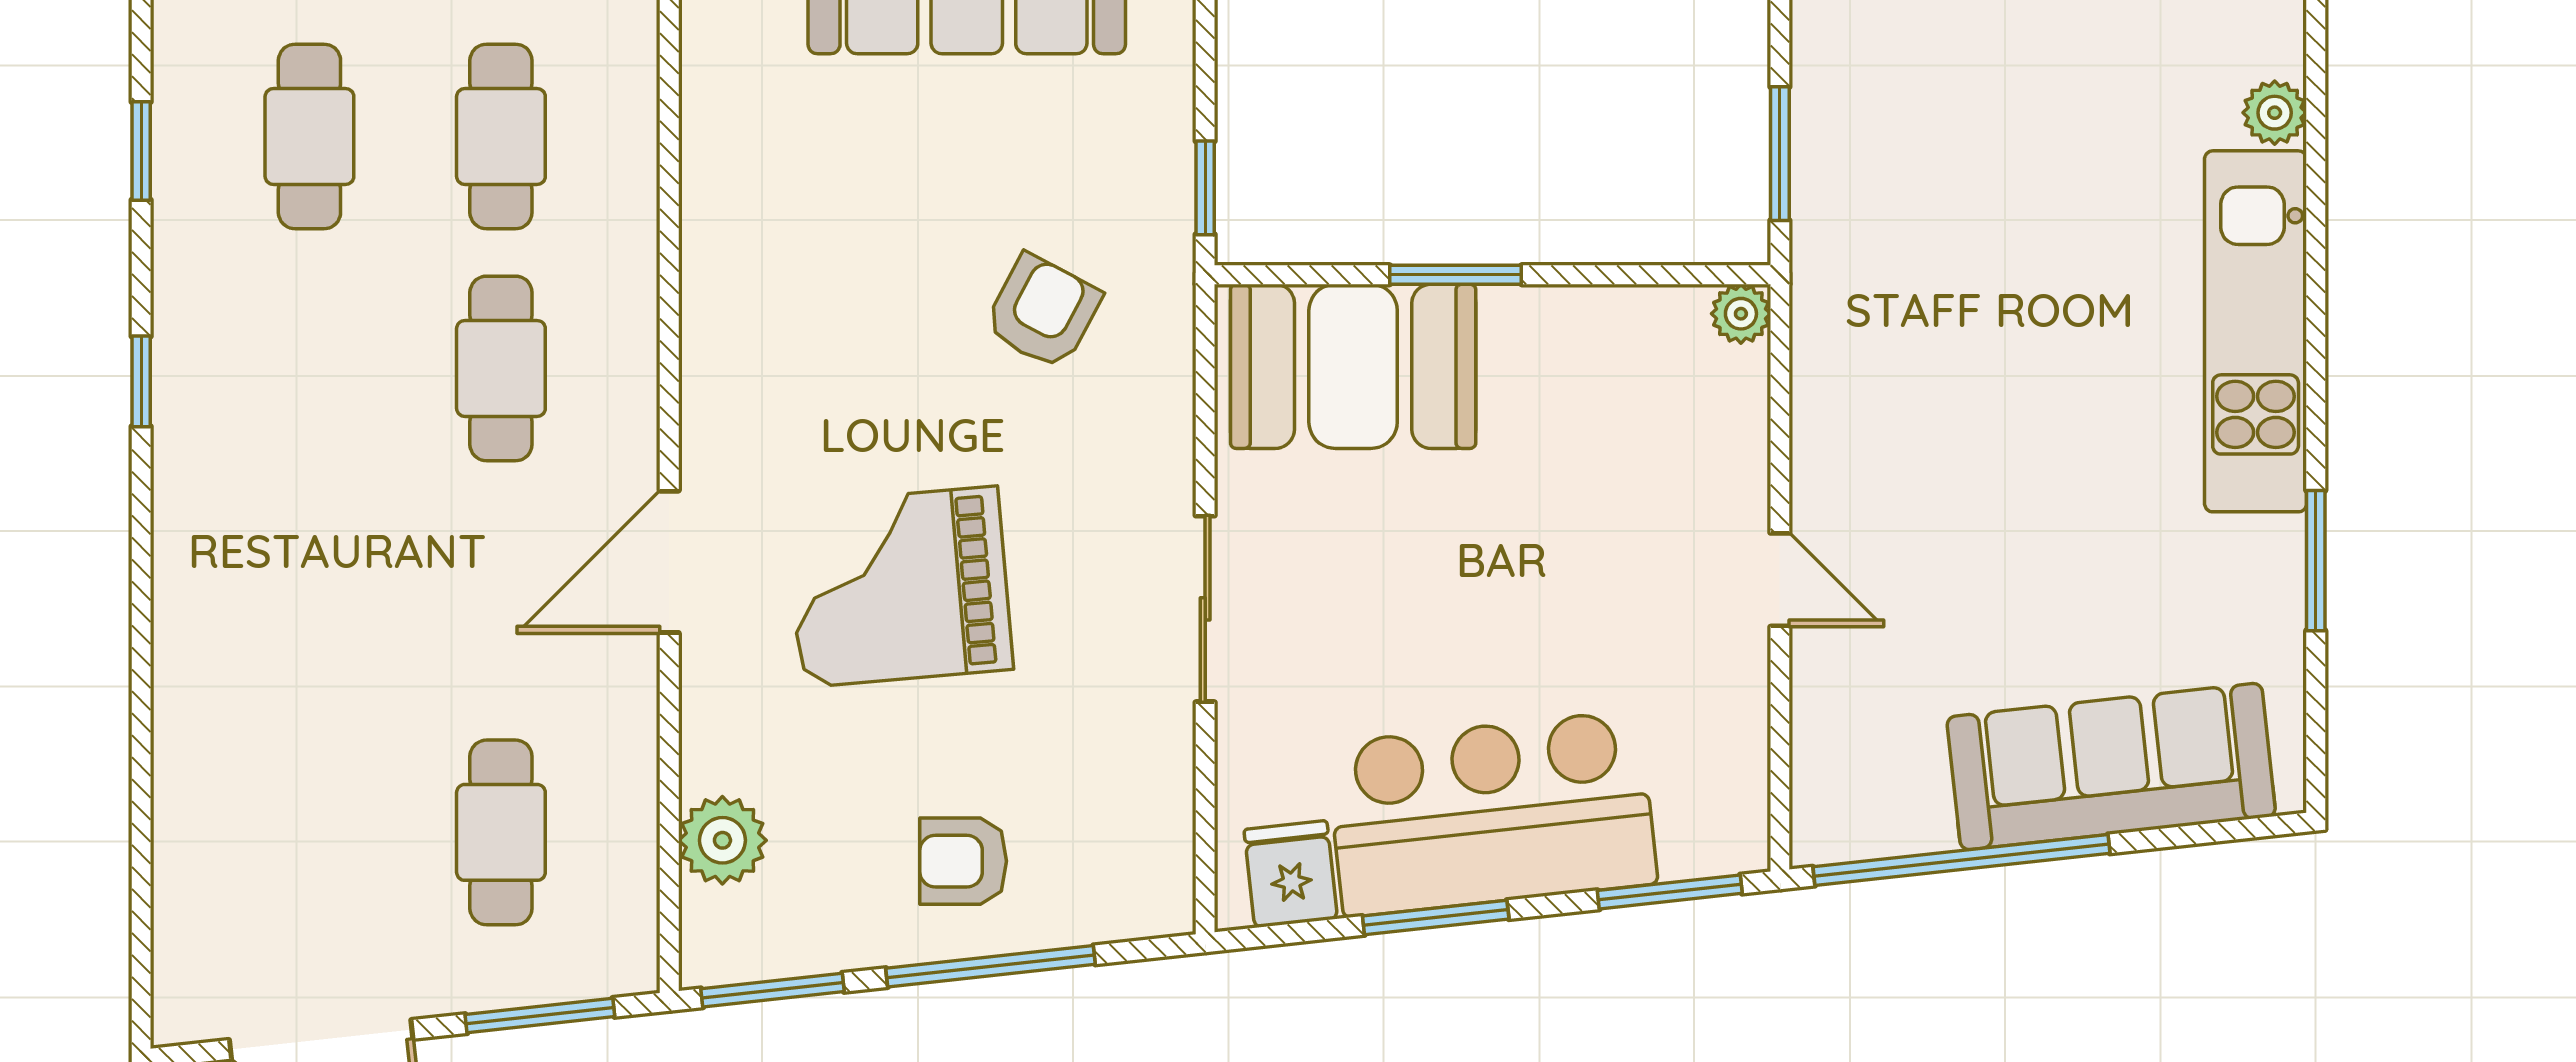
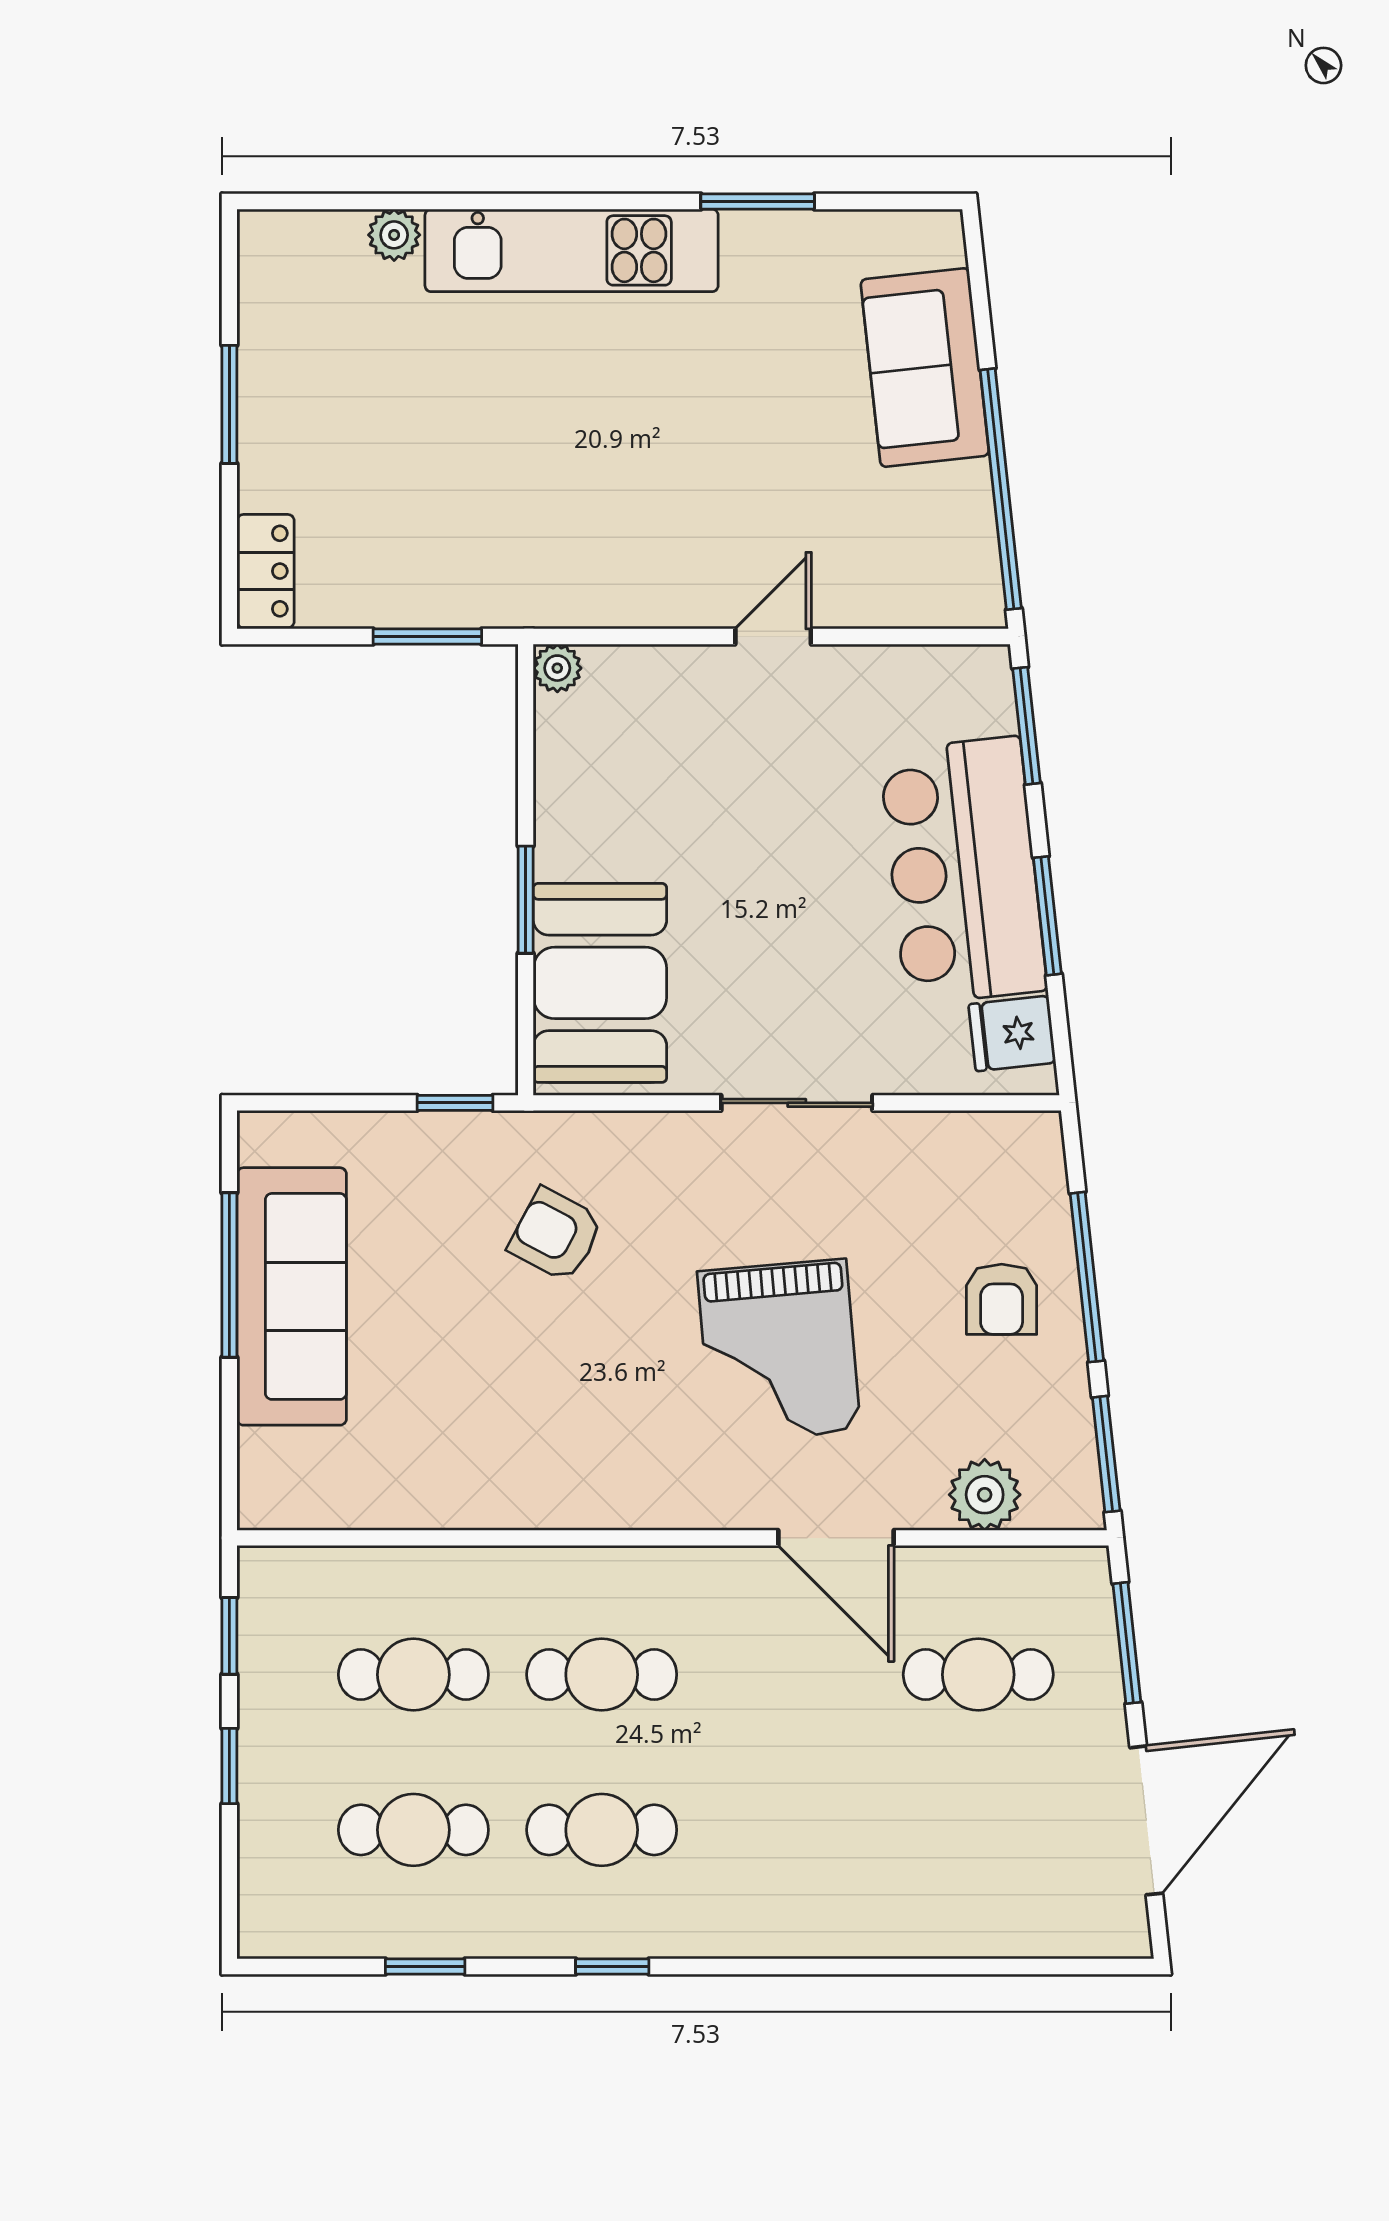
cafe table: (309, 368) -> (602, 1830), added
door: (669, 562) -> (836, 1538), moved
sofa: (2111, 767) -> (925, 368), width x0.73

